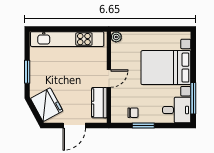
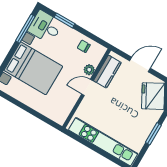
plant: (116, 37) -> (89, 70), moved
window: (143, 126) -> (65, 20), moved

